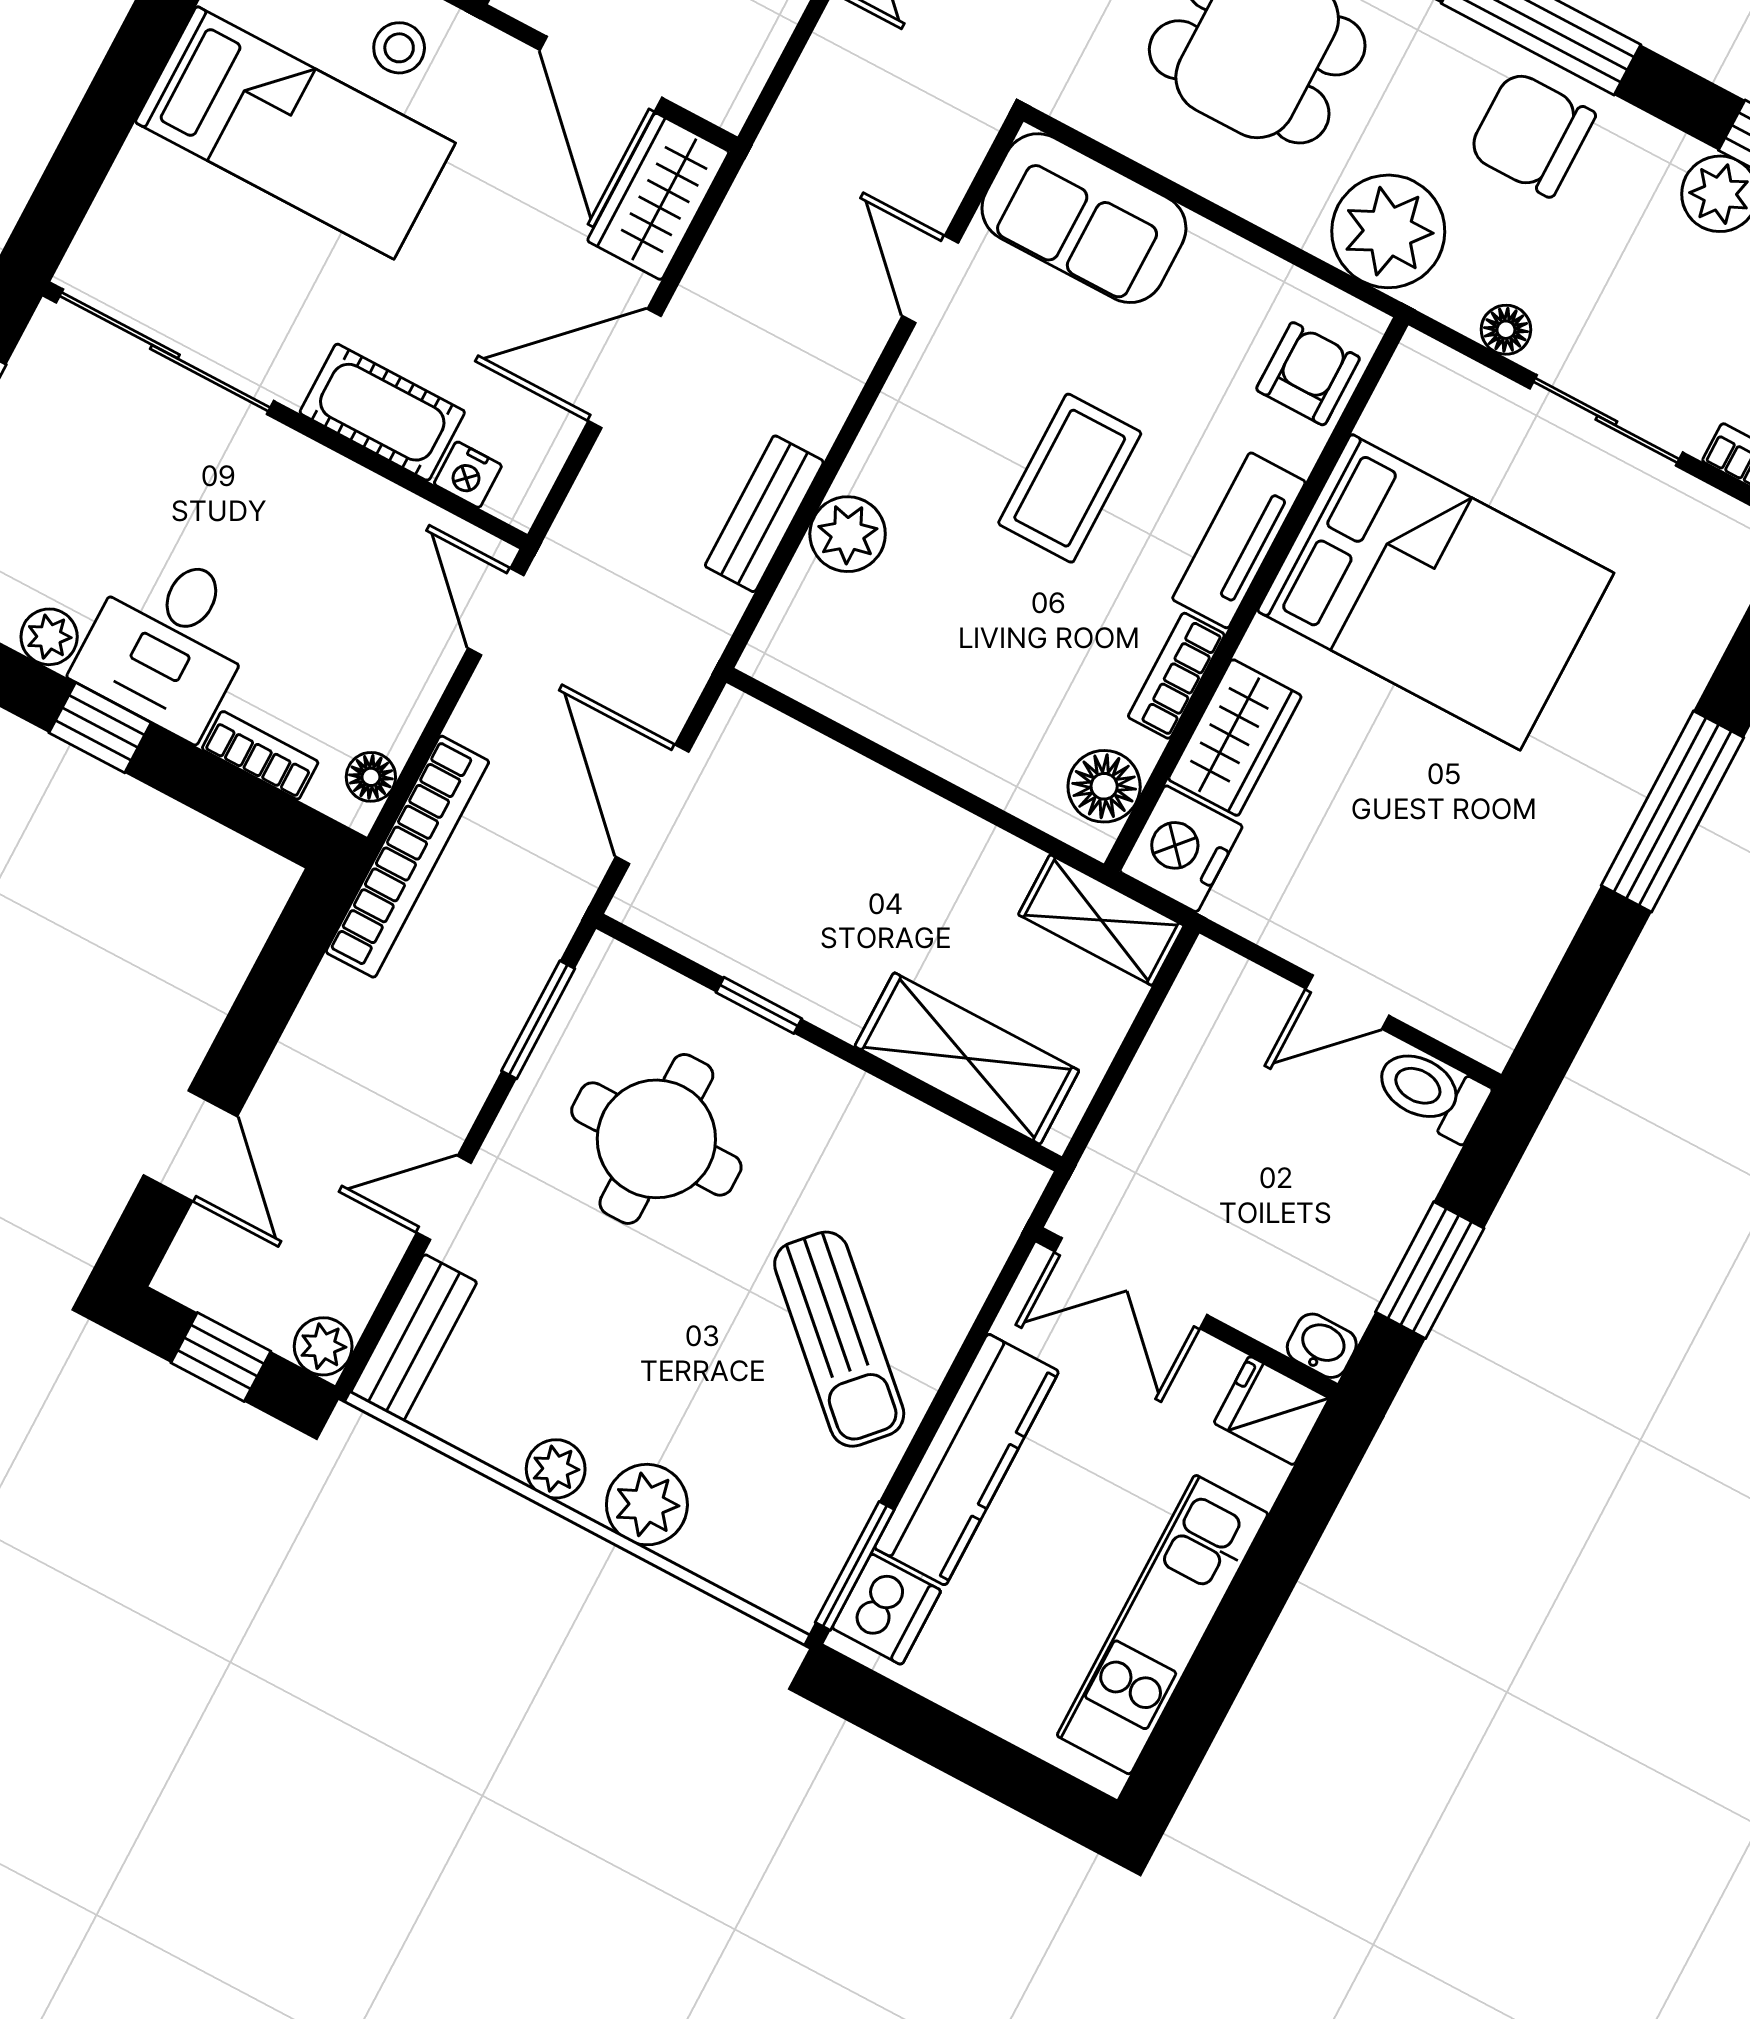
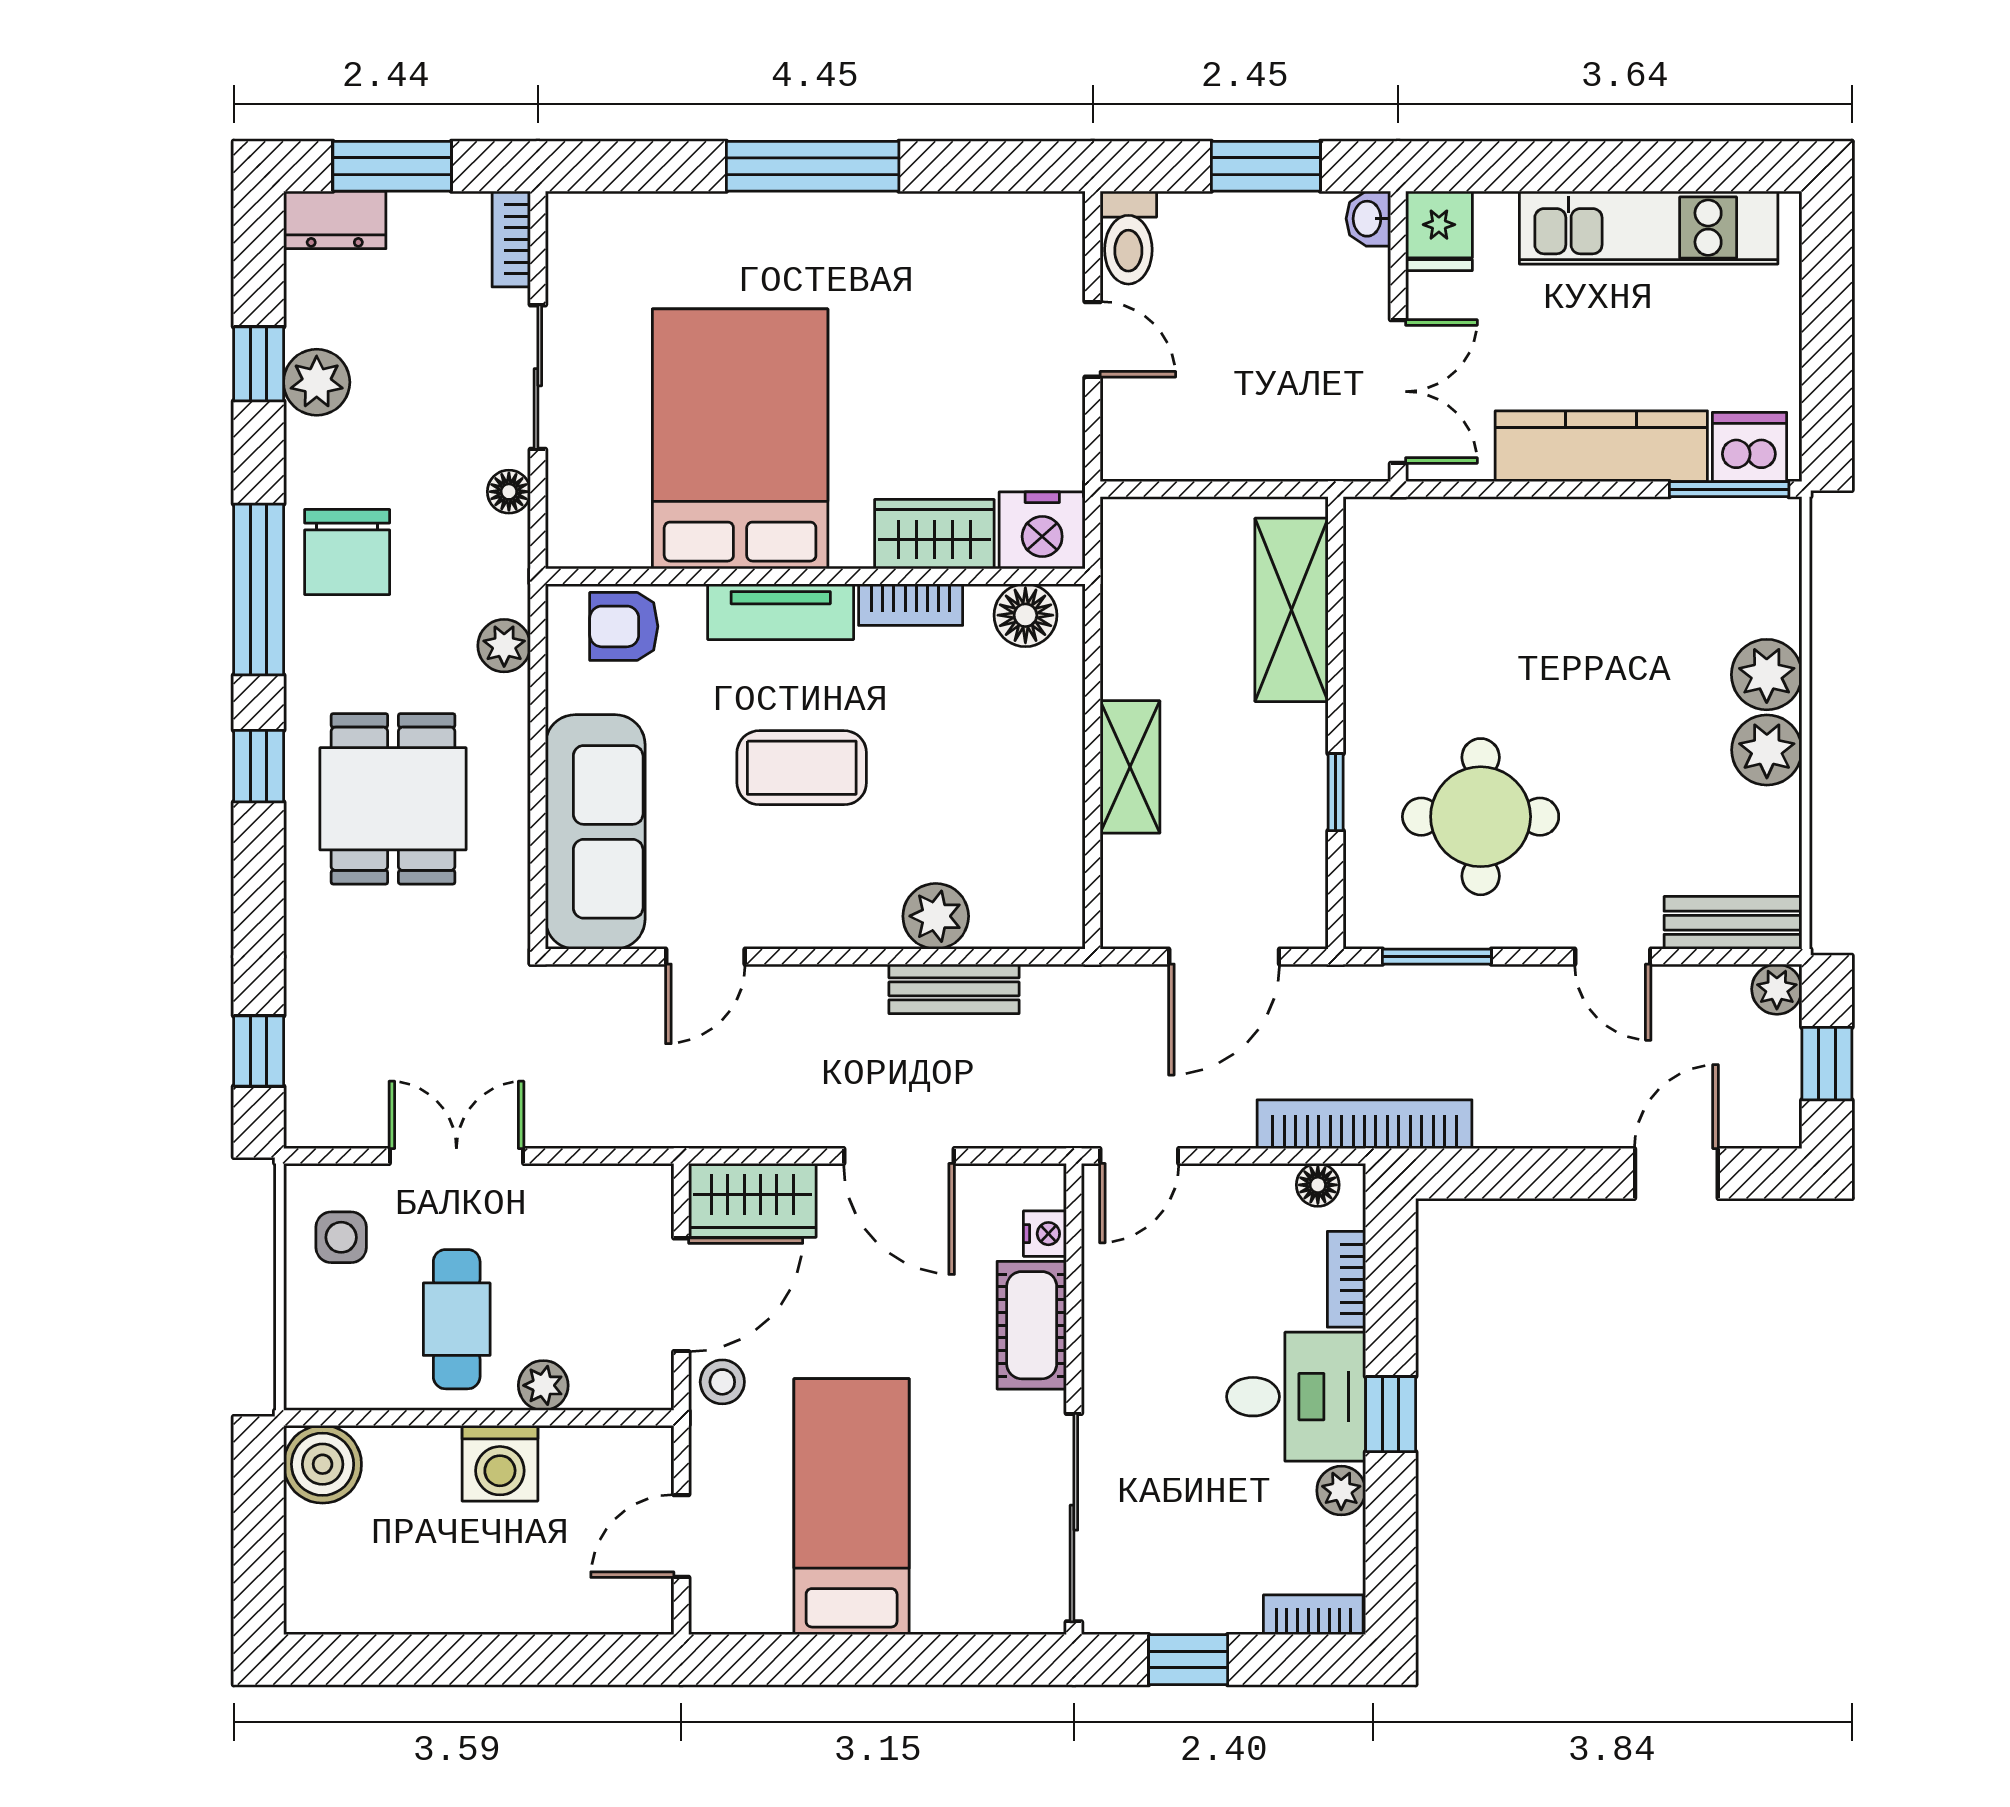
stool: (399, 48) -> (722, 1382), moved
sofa: (1084, 218) -> (595, 832), width x1.36
plant: (1388, 231) -> (504, 646), width x0.53, depth x0.53
shelving: (1101, 920) -> (1130, 767), moved
sun lounger: (839, 1339) -> (1560, 594), removed
plant: (556, 1469) -> (1767, 750), width x1.38, depth x1.38

